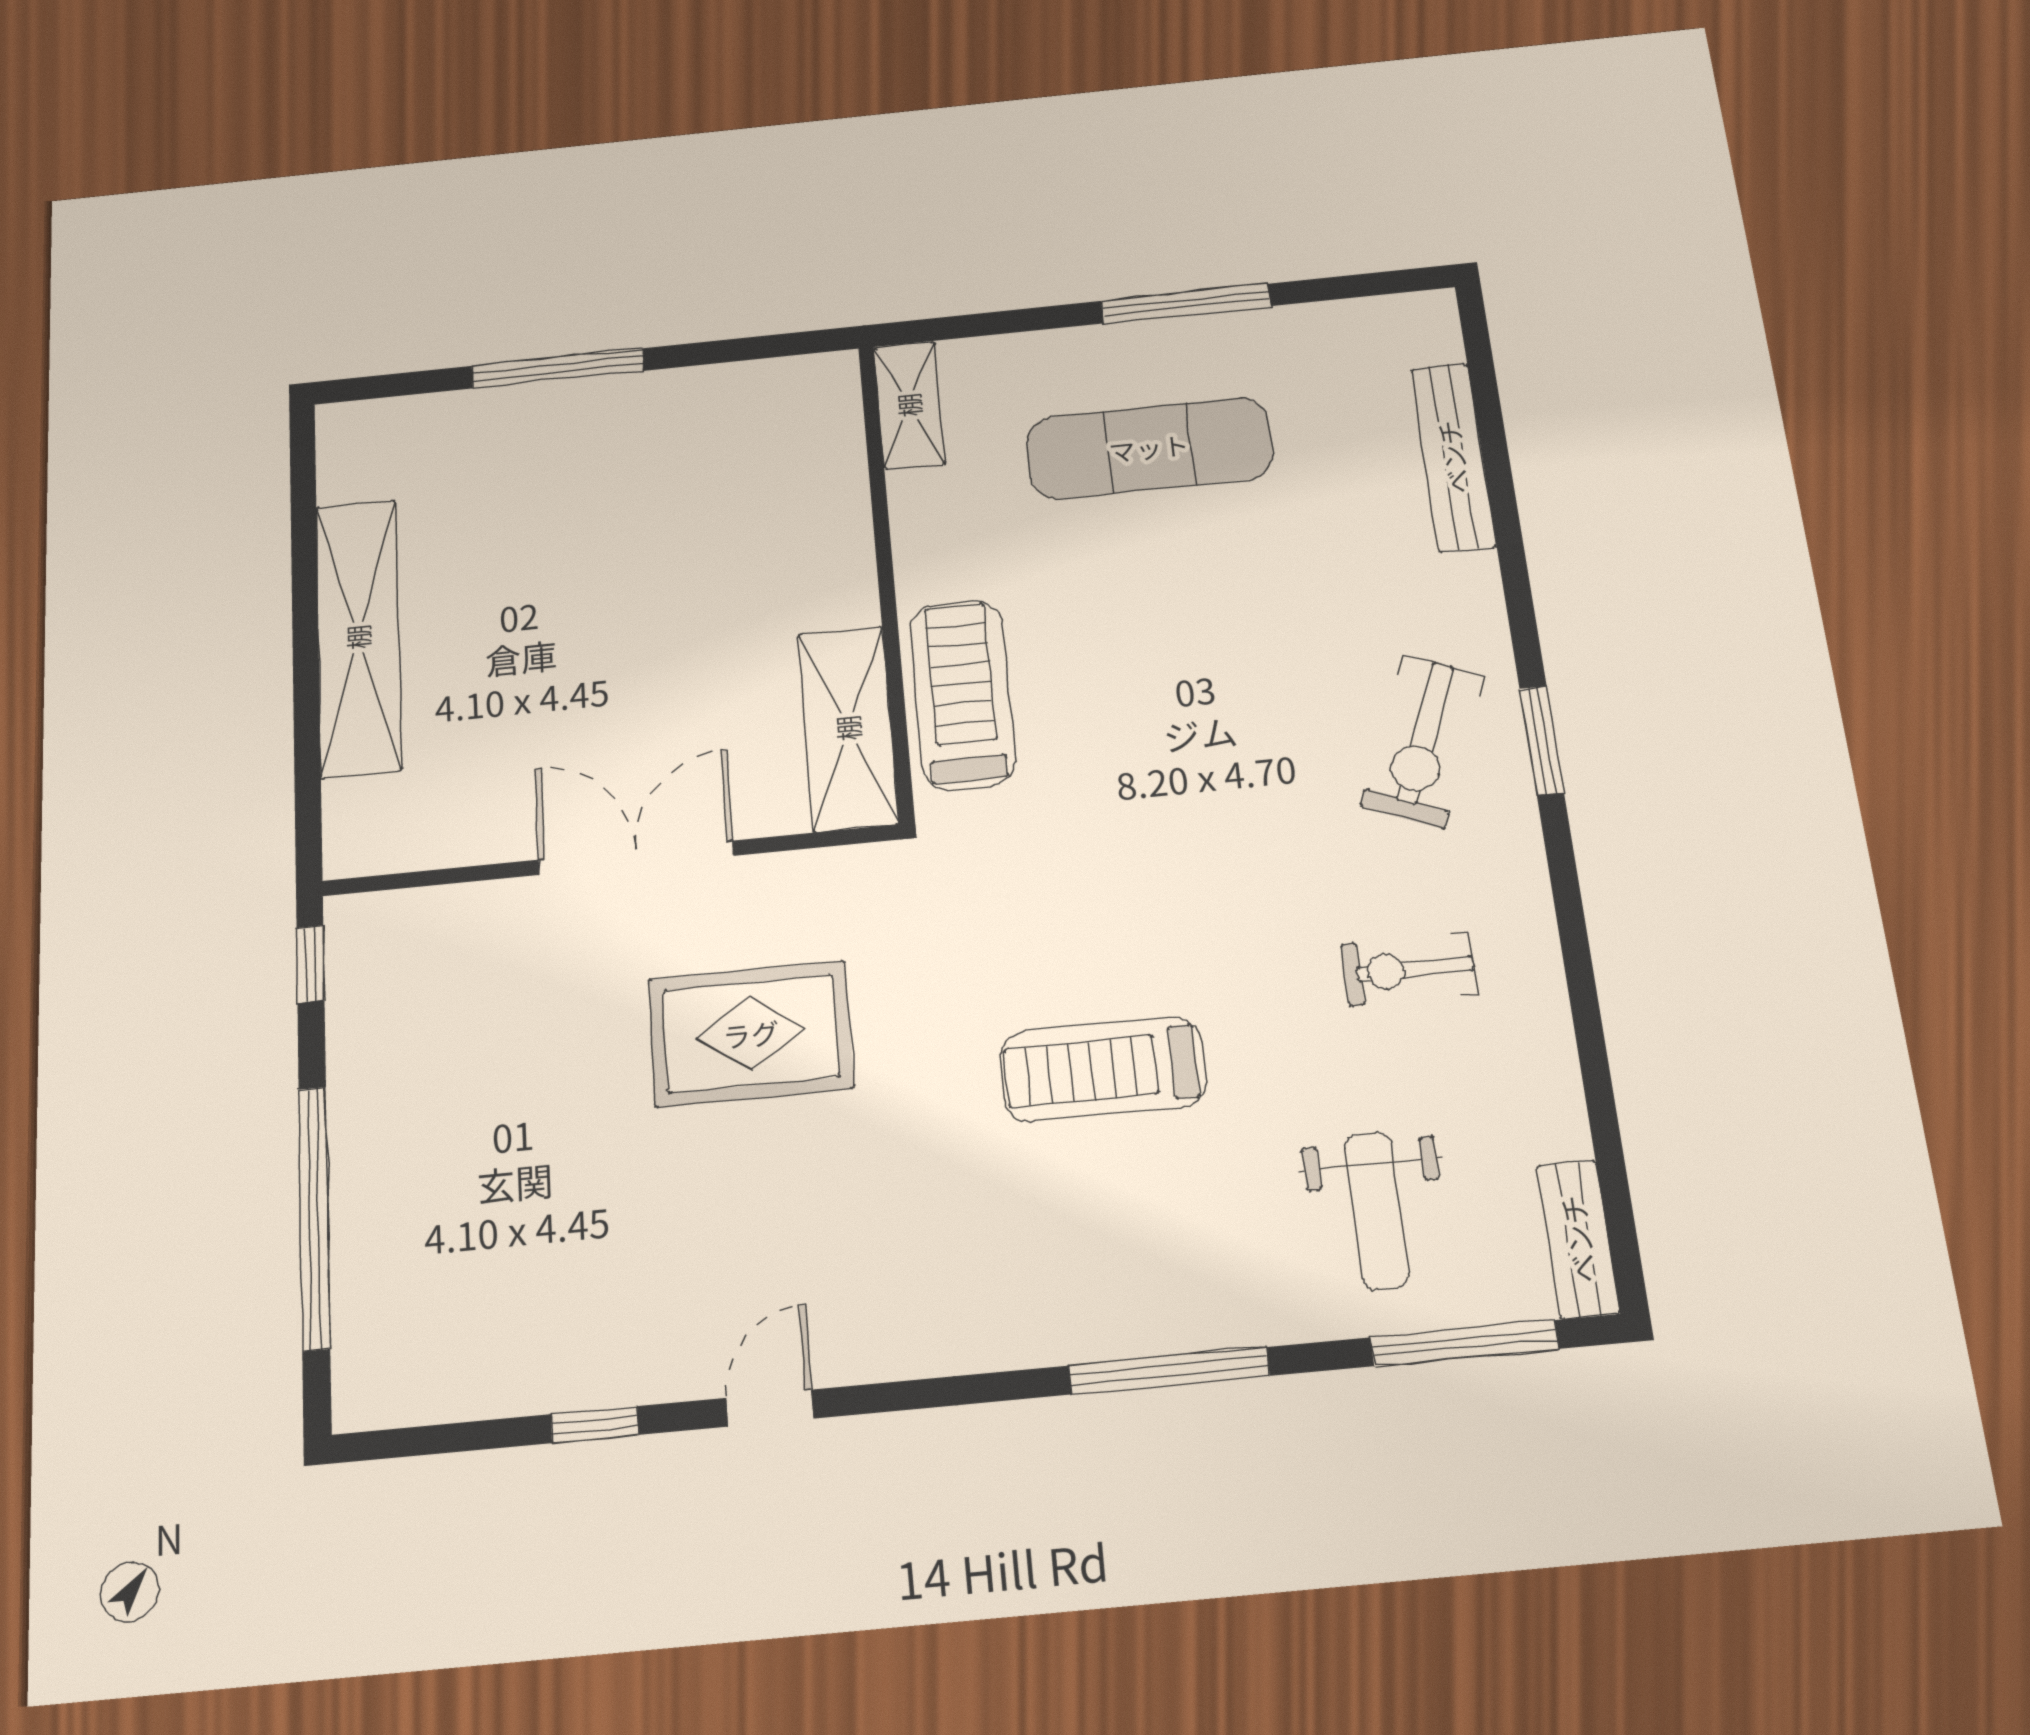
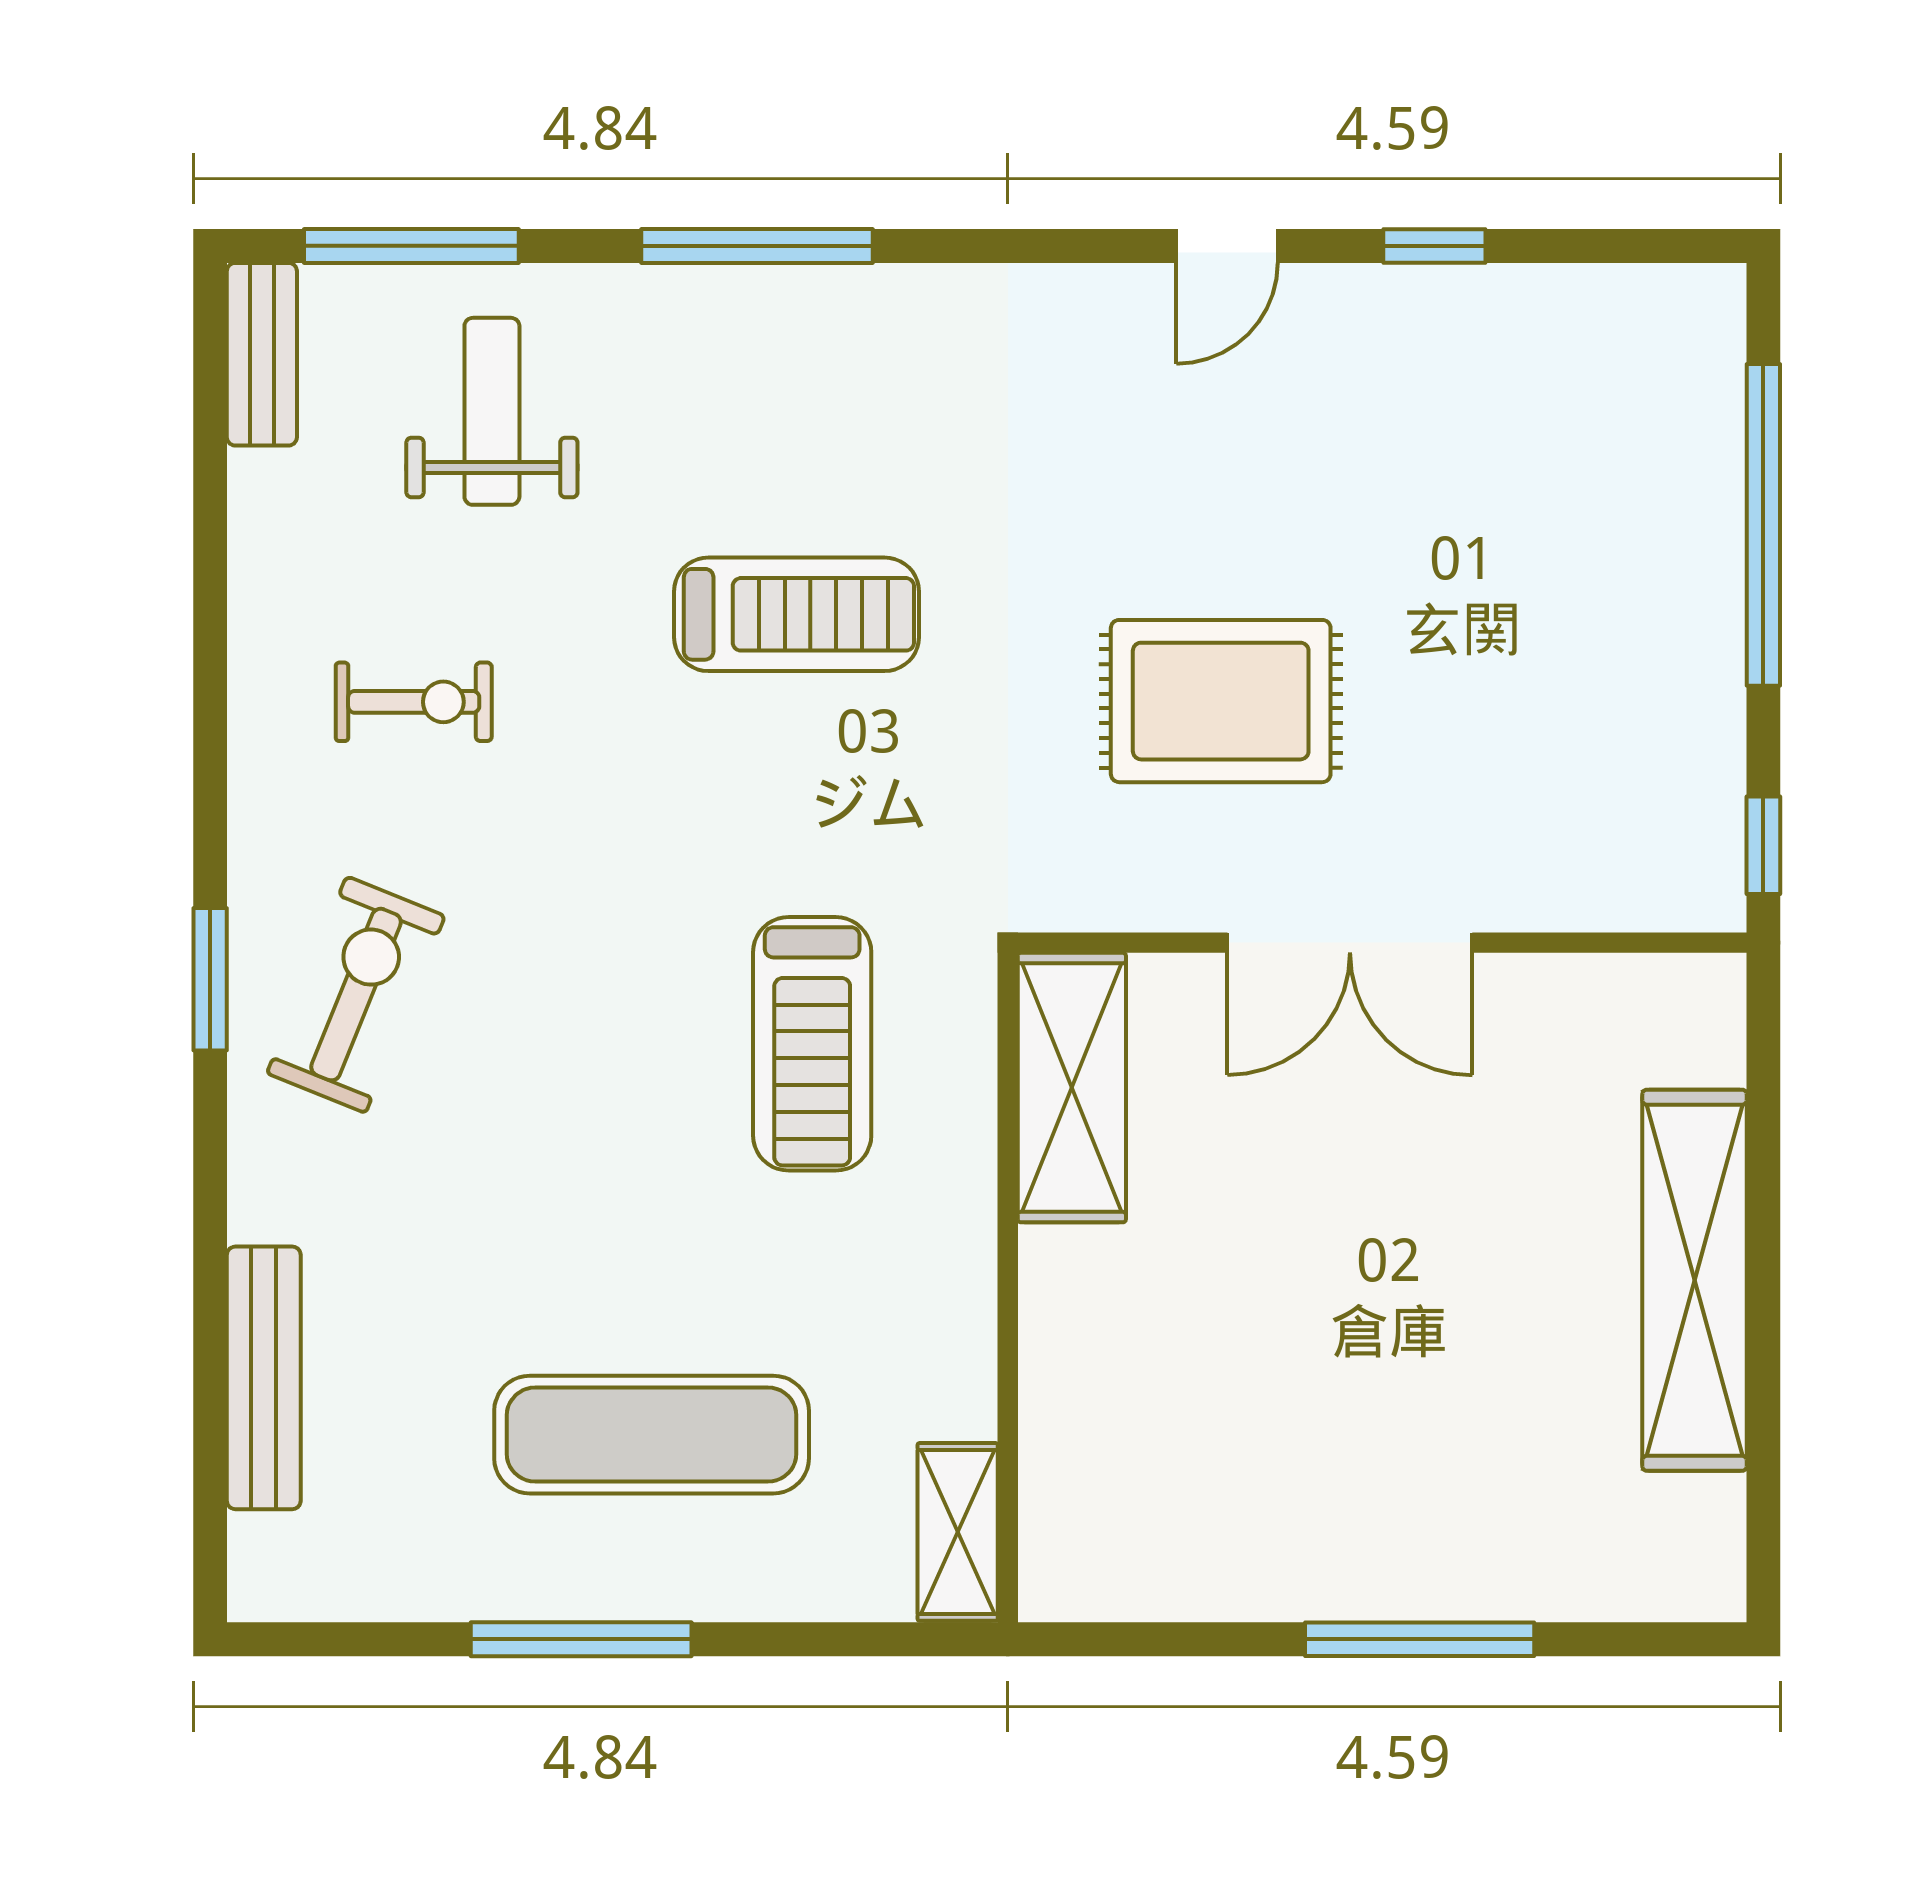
treadmill: (963, 694) -> (812, 1044), moved

